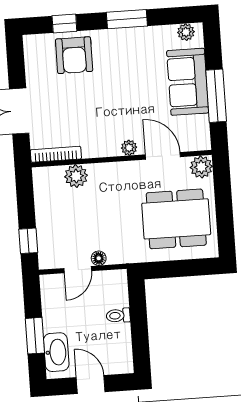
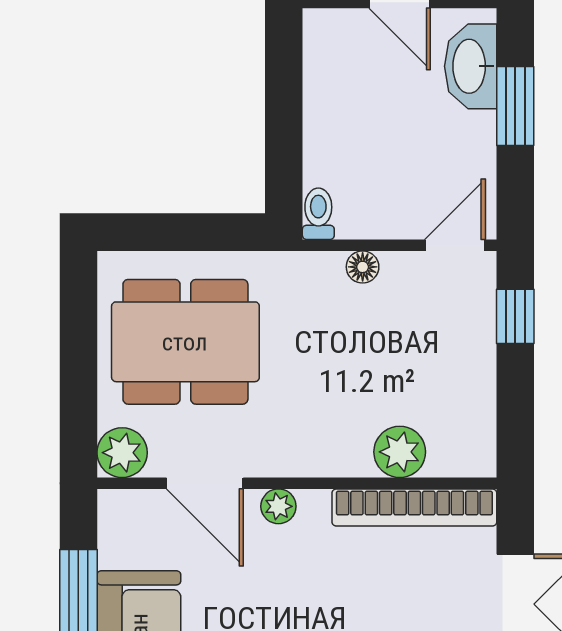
bookcase: (56, 154) -> (414, 508), width x1.48, depth x1.31
door: (78, 270) -> (455, 245), moved
toilet: (118, 316) -> (318, 214), moved, turned -90

